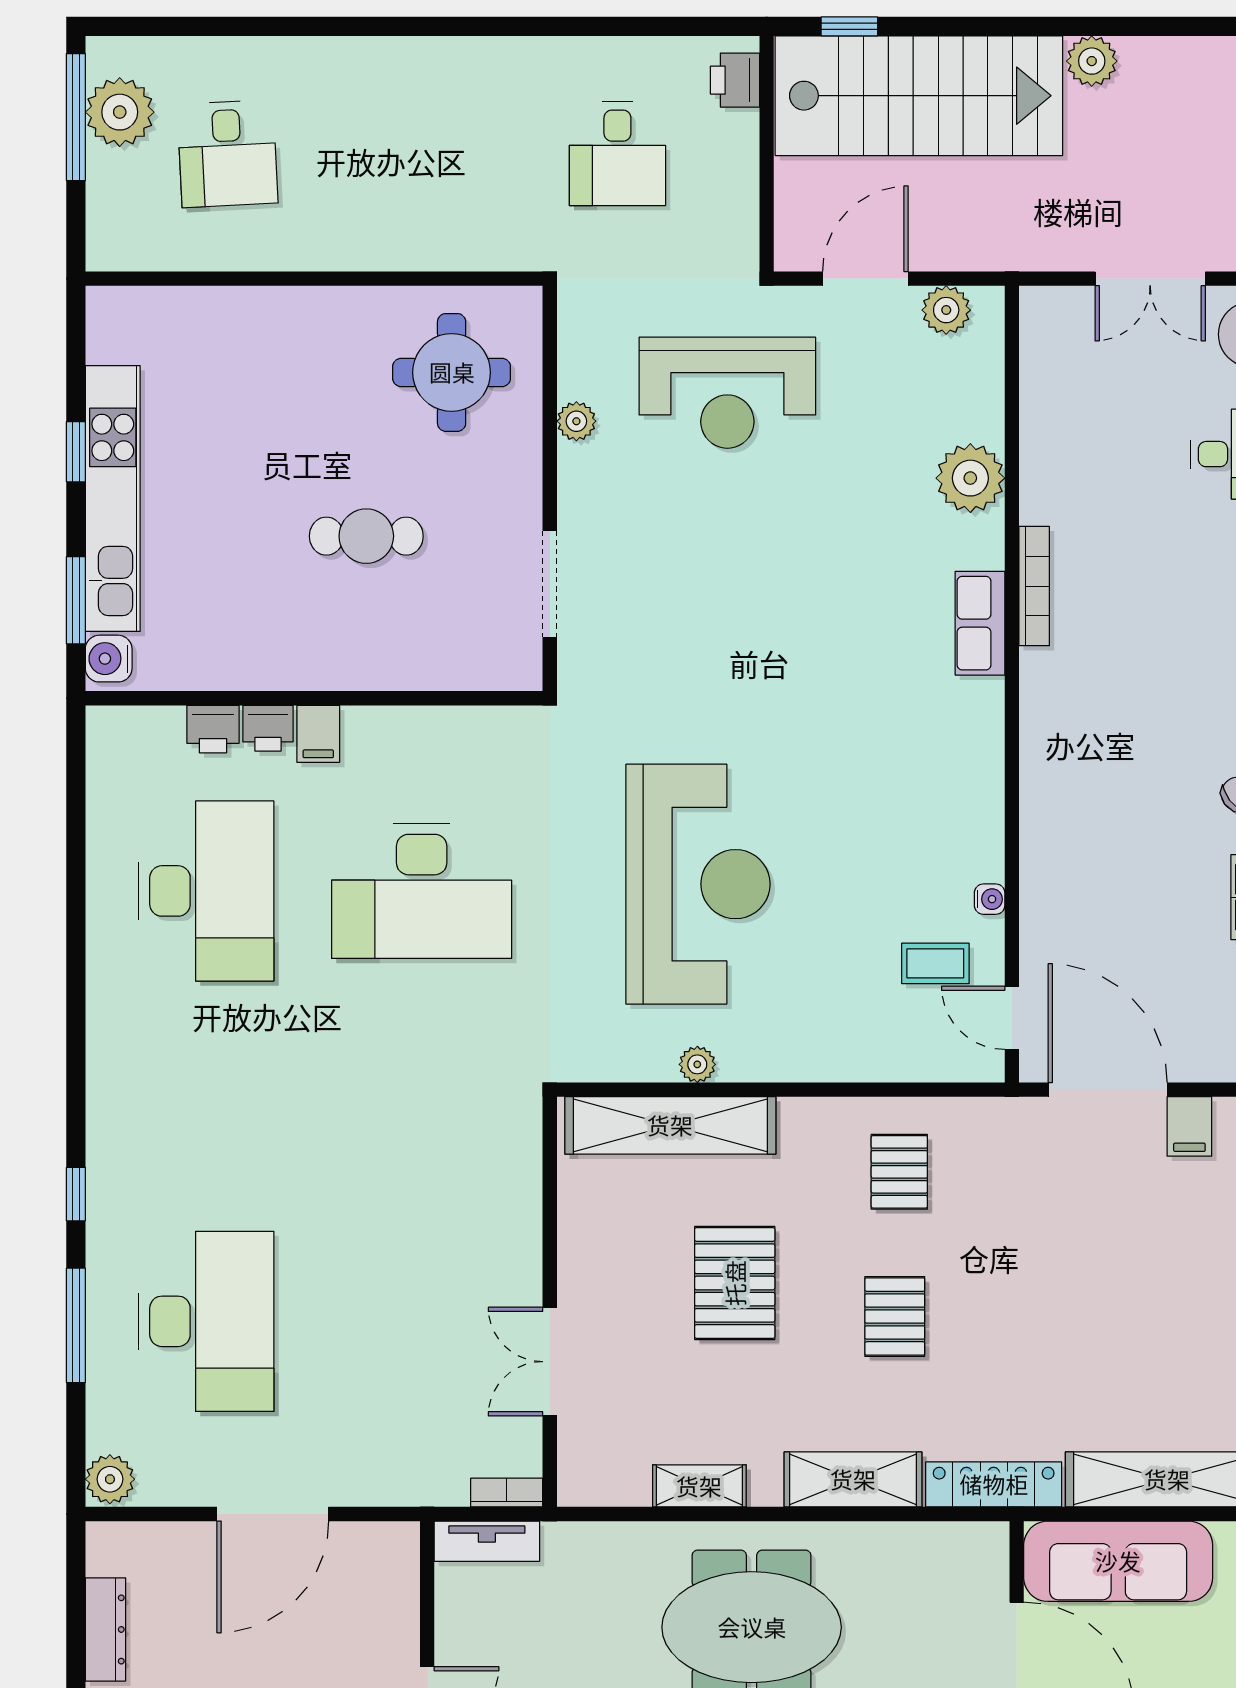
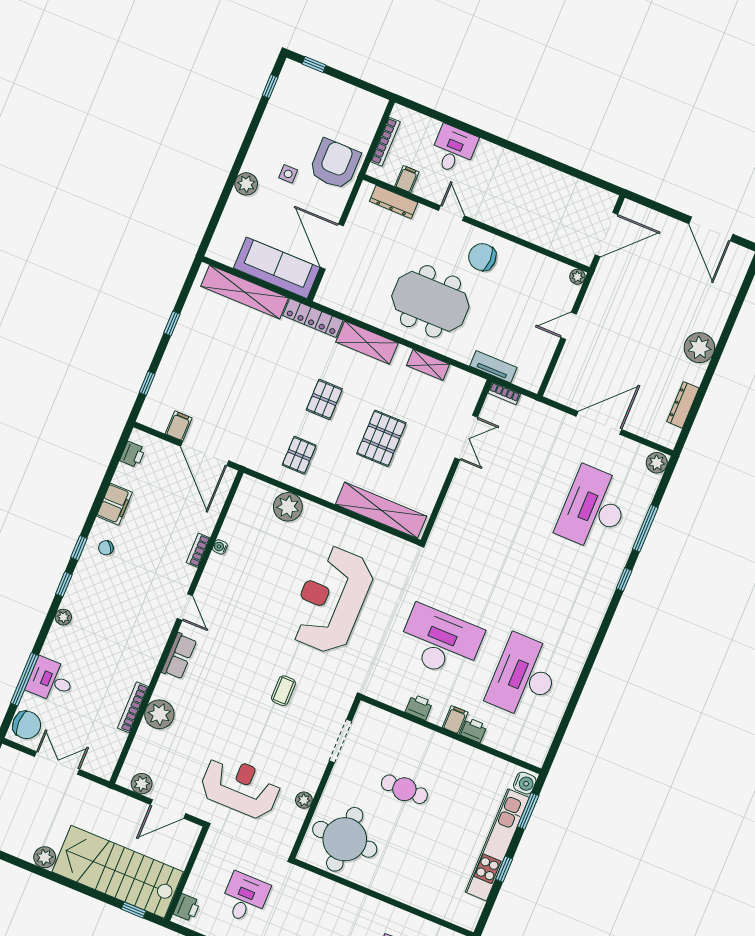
round table: (452, 372) -> (345, 839), width x1.36, depth x1.36
bookcase: (1034, 586) -> (133, 707), moved
printer: (213, 729) -> (419, 707), moved
bookcase: (1034, 872) -> (198, 550), added
coffee table: (935, 963) -> (283, 691), moved, turned 90
door: (1012, 1018) -> (185, 607), moved
plant: (697, 1064) -> (288, 507), moved, width x1.87, depth x1.87
tv unit: (487, 1541) -> (493, 367), moved

